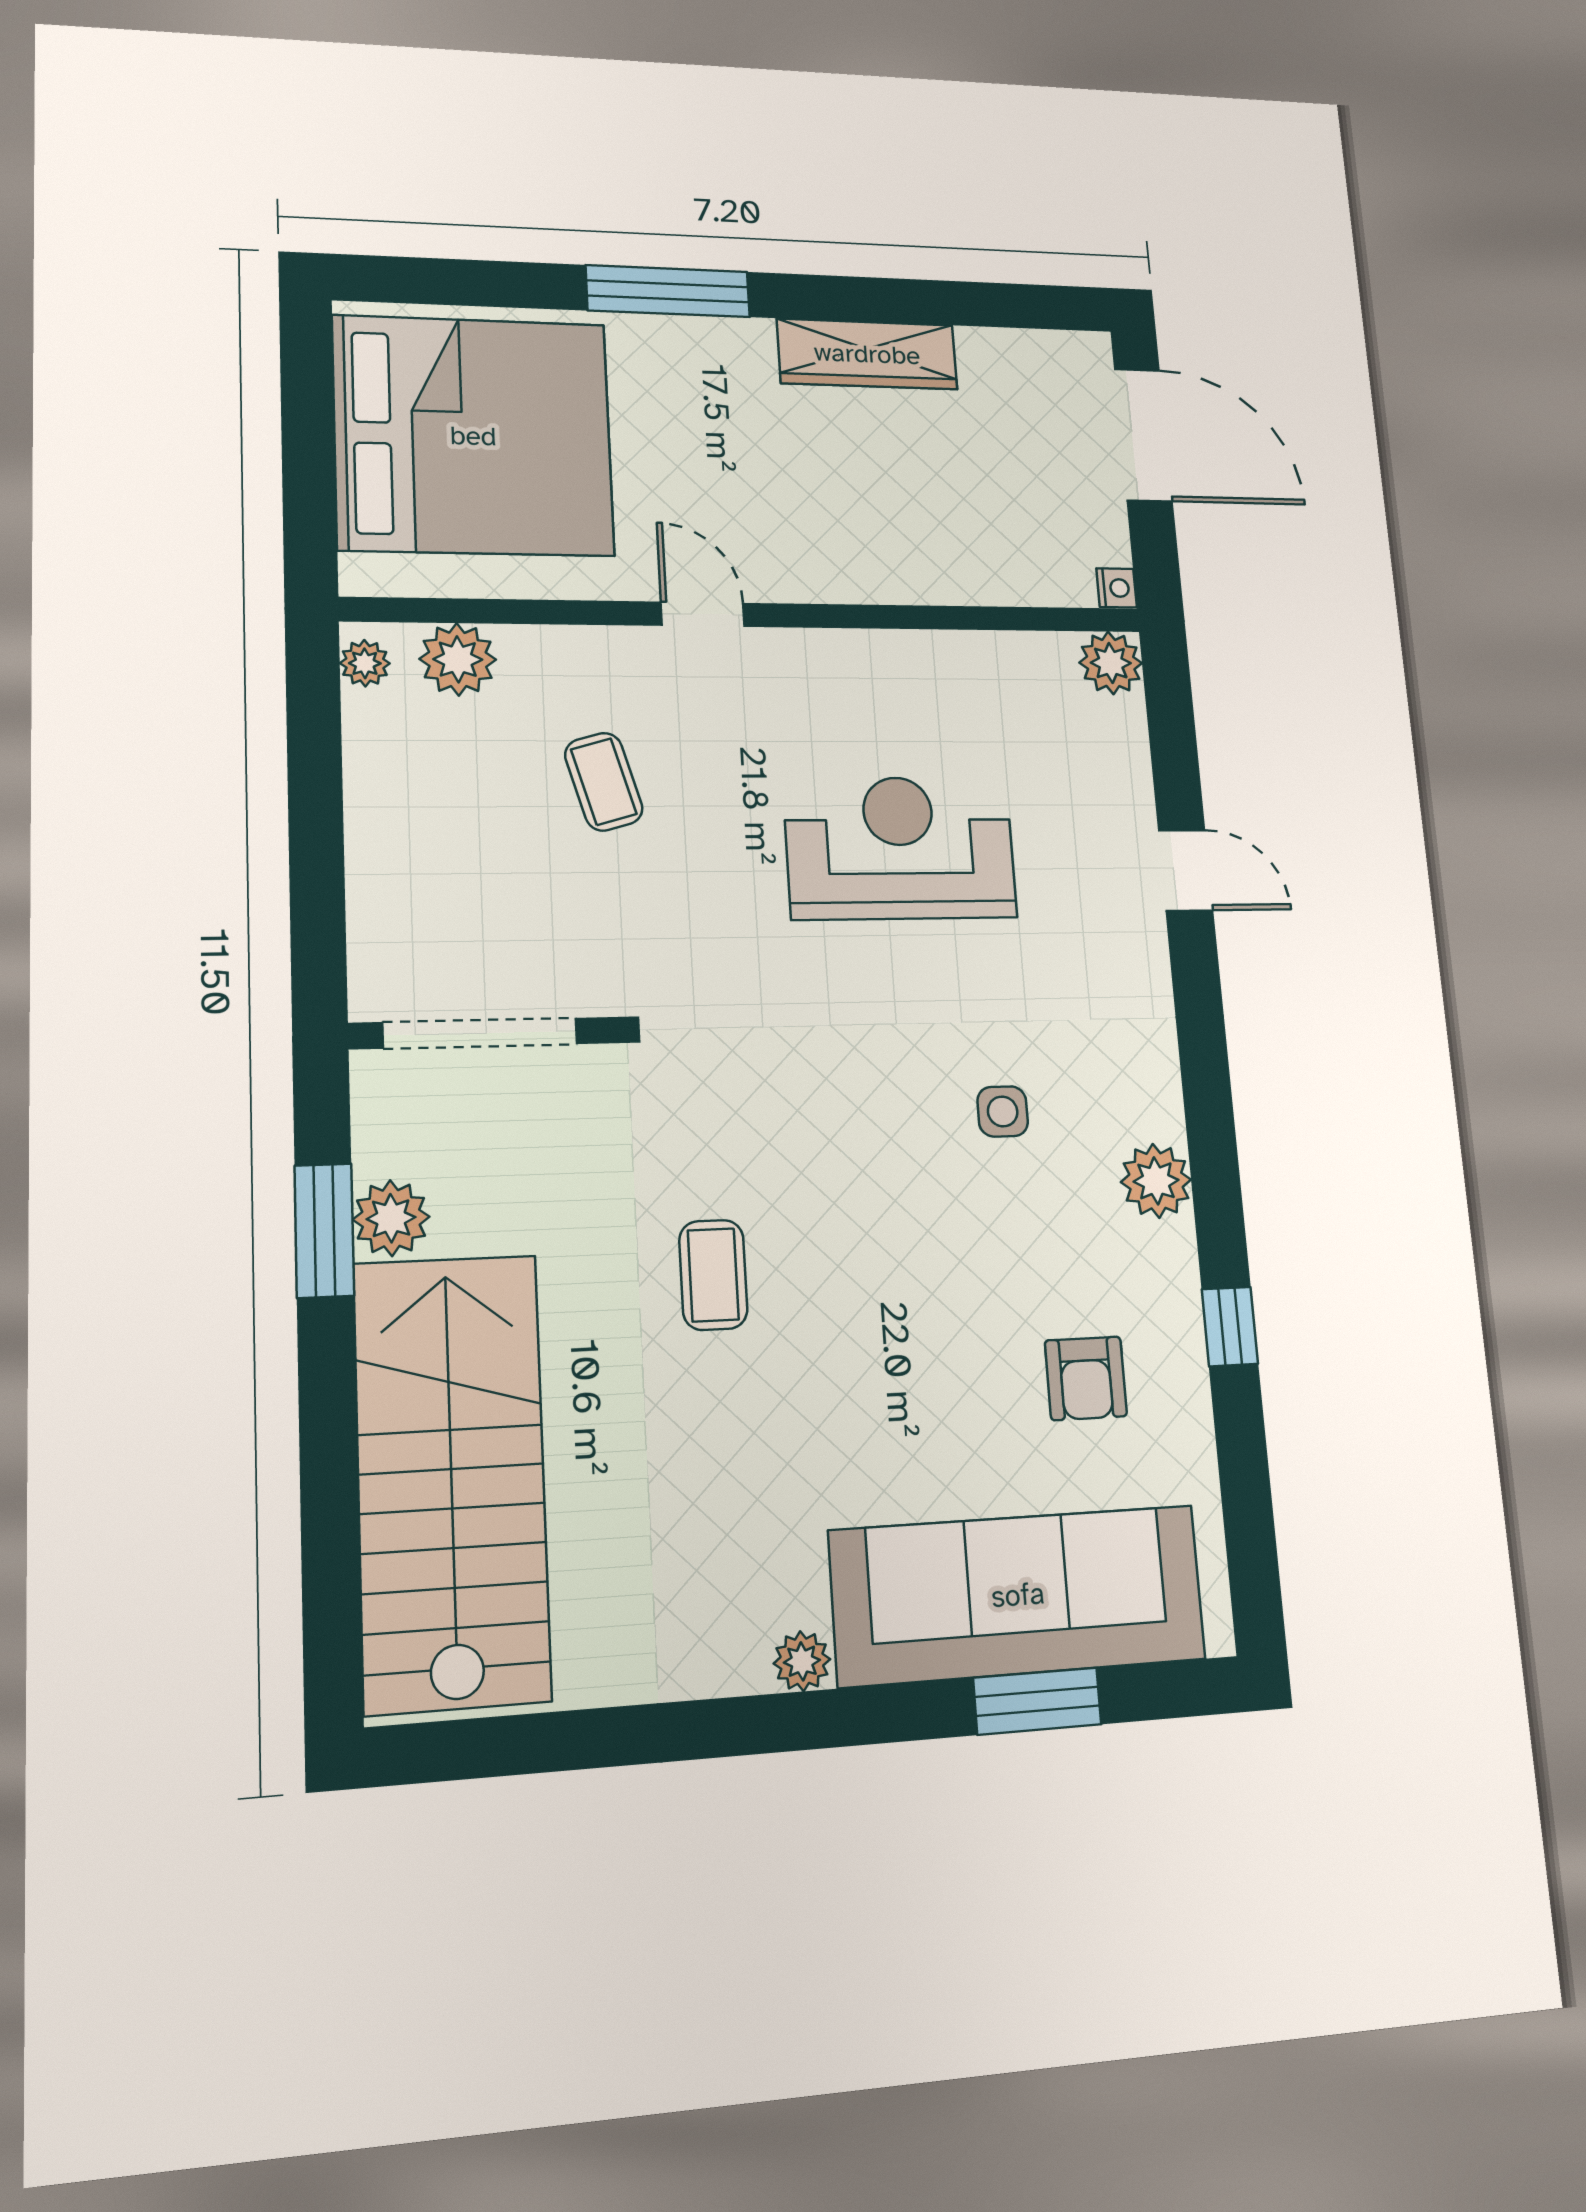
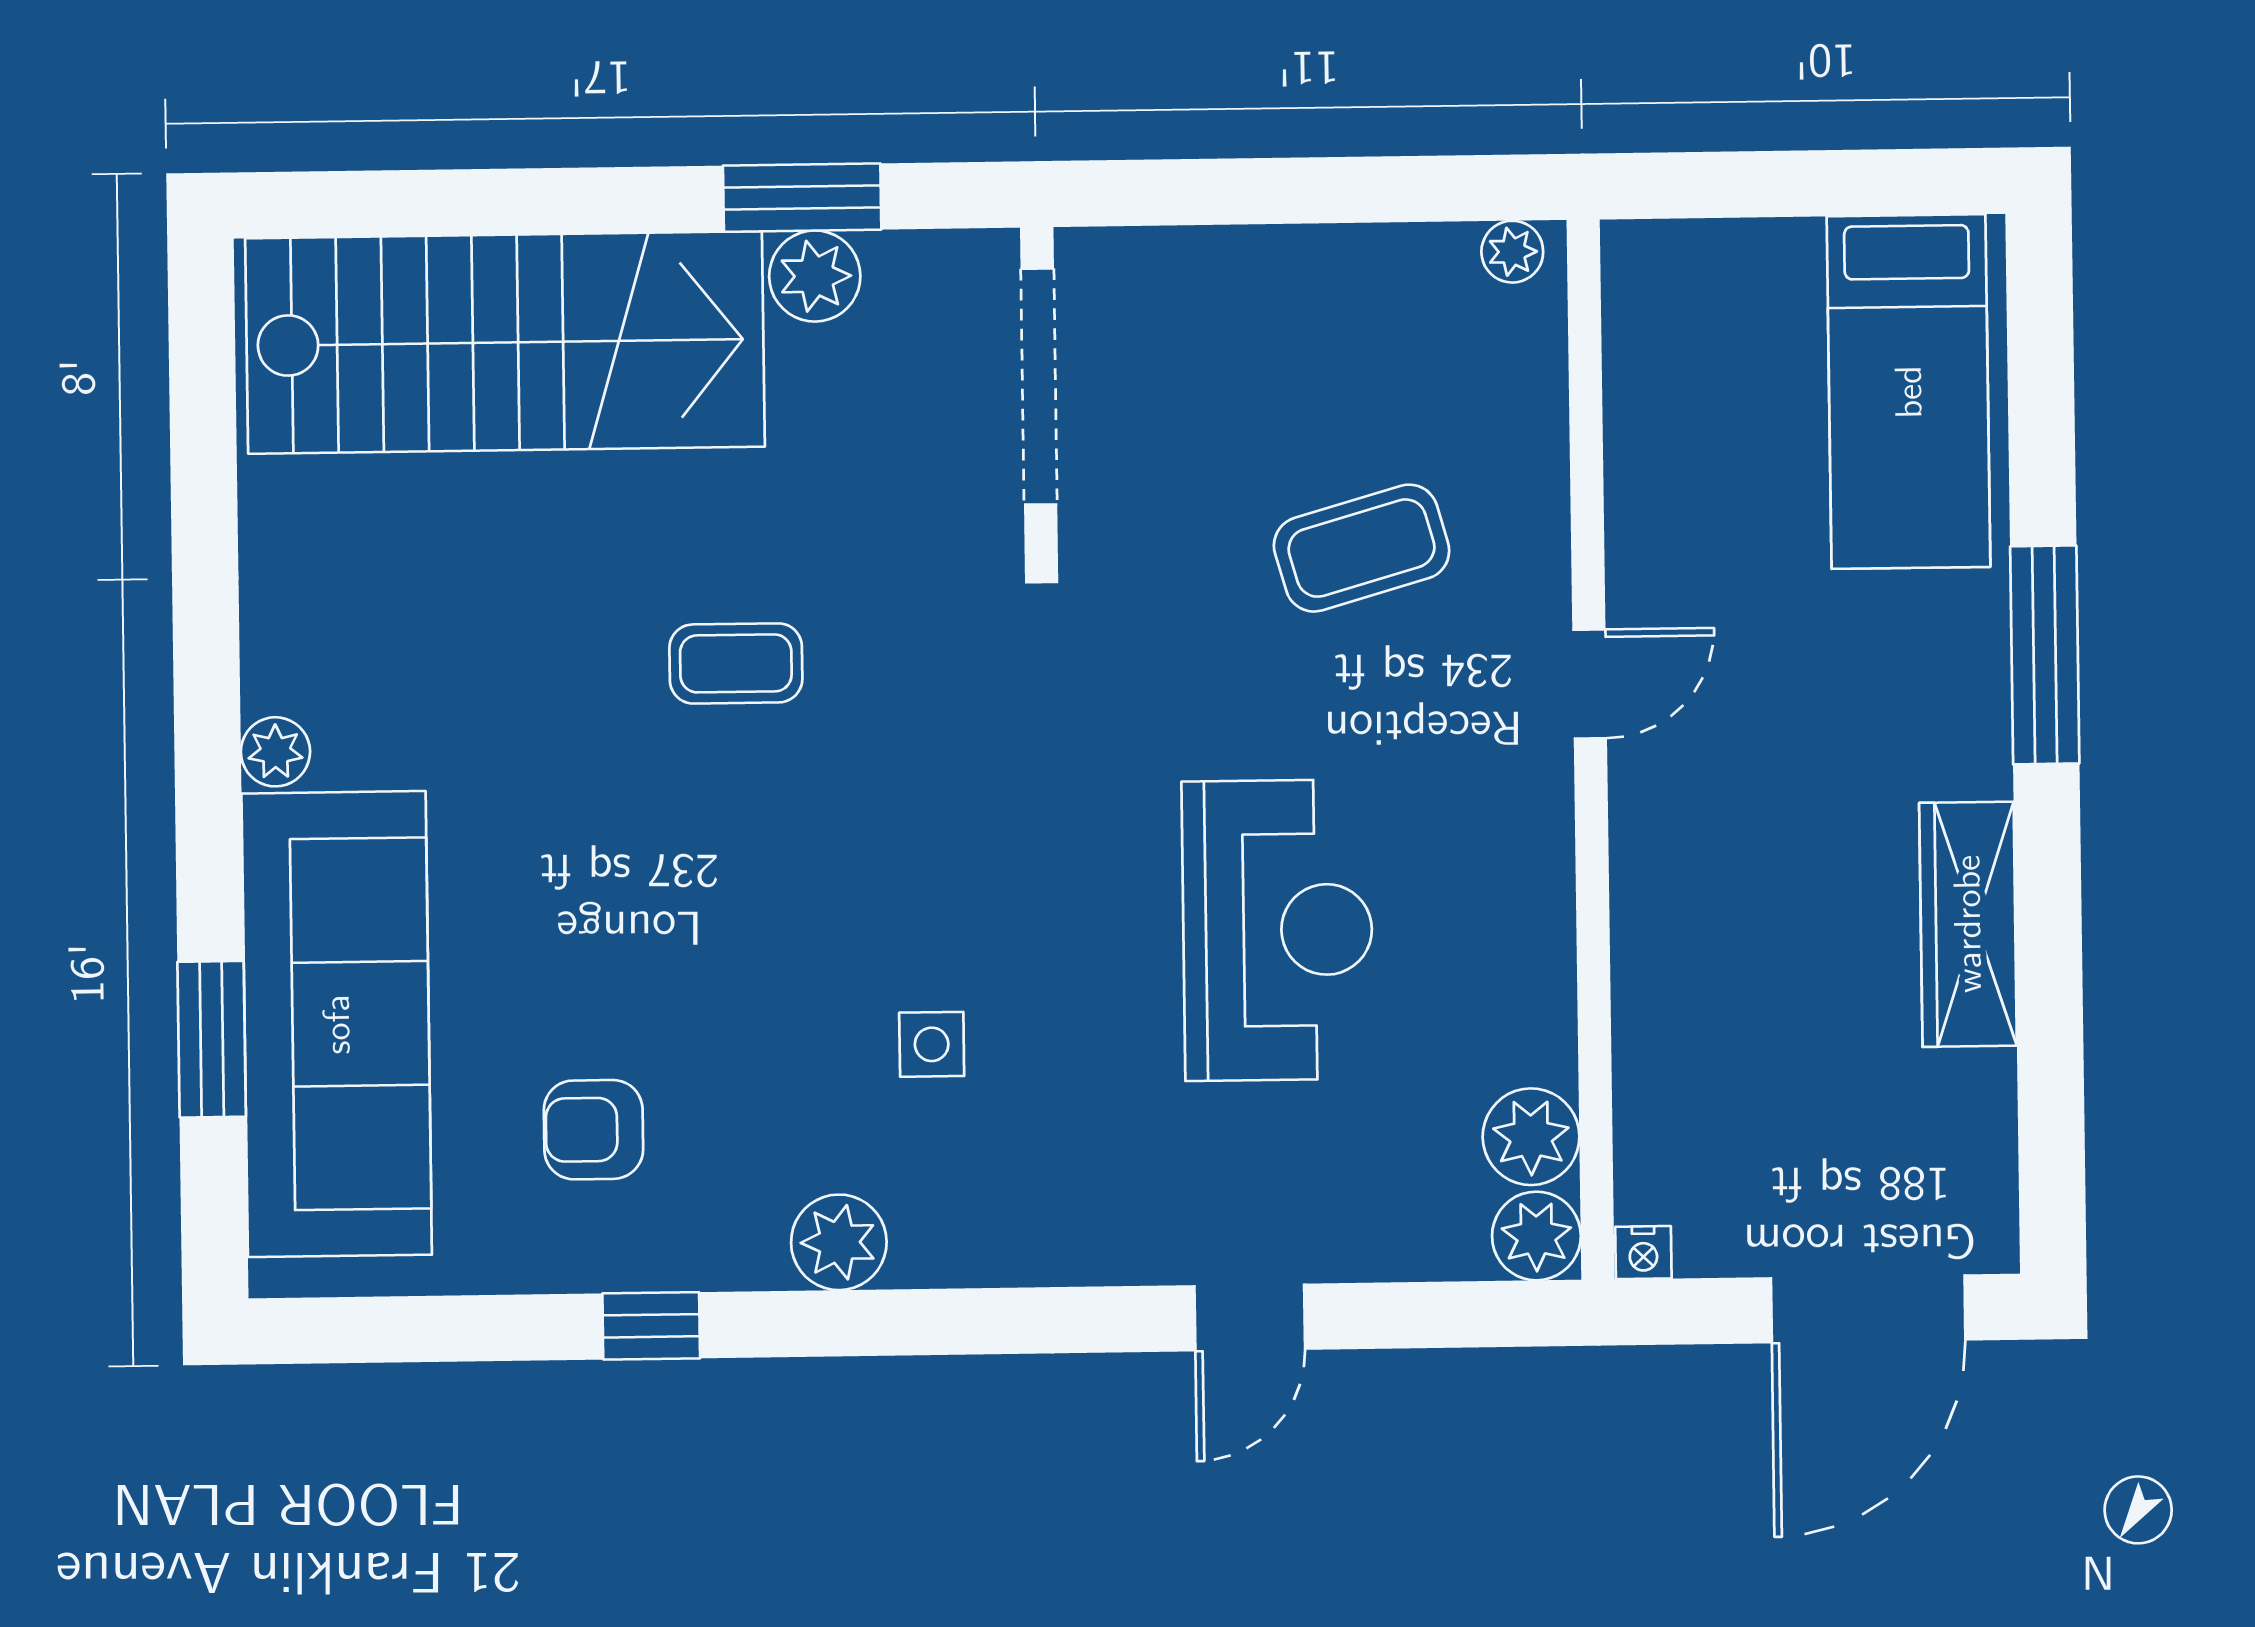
bed: (473, 436) -> (1909, 392), width x0.49
plant: (458, 659) -> (1531, 1137), moved
coffee table: (604, 782) -> (1362, 548), width x1.36, depth x1.30

